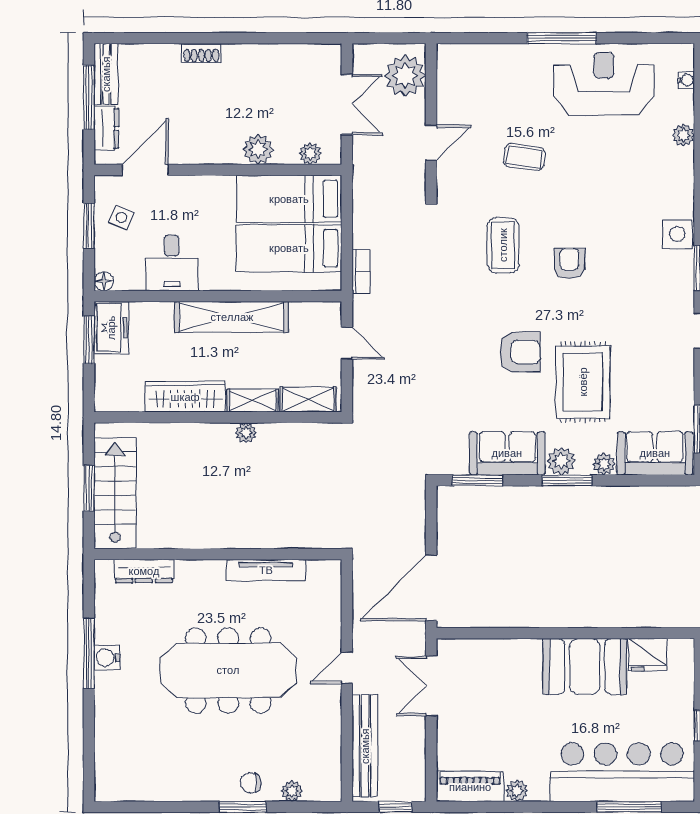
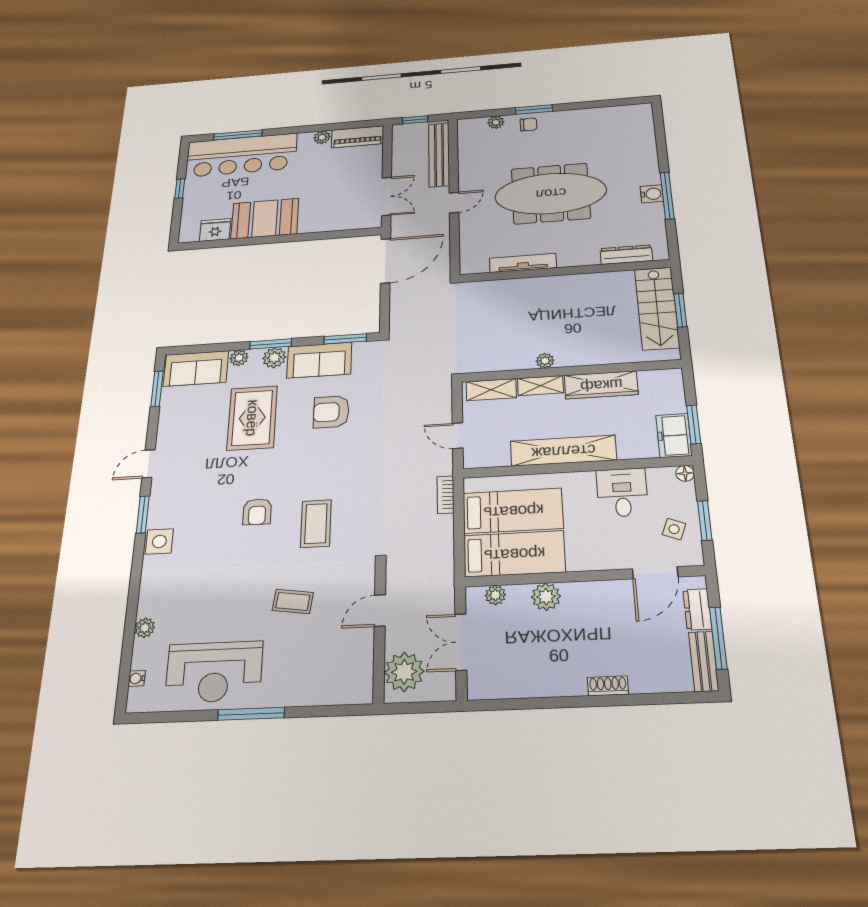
armchair: (520, 352) -> (331, 412), moved

